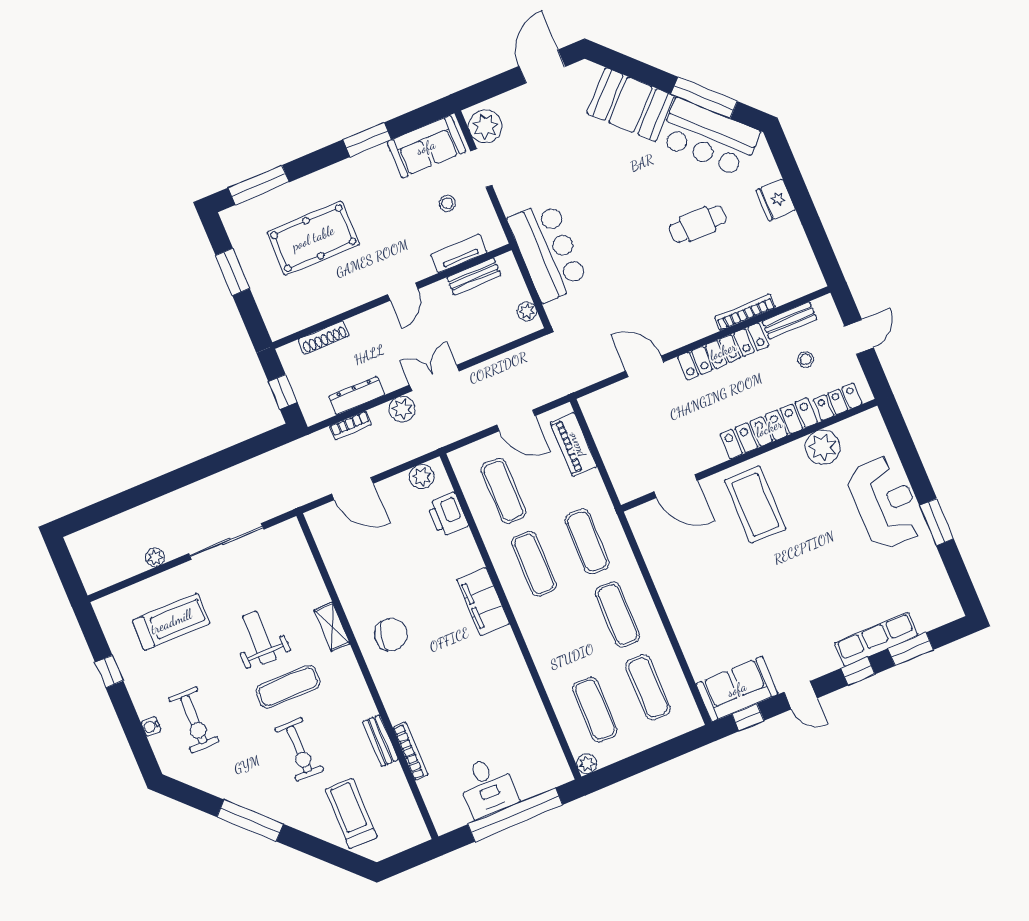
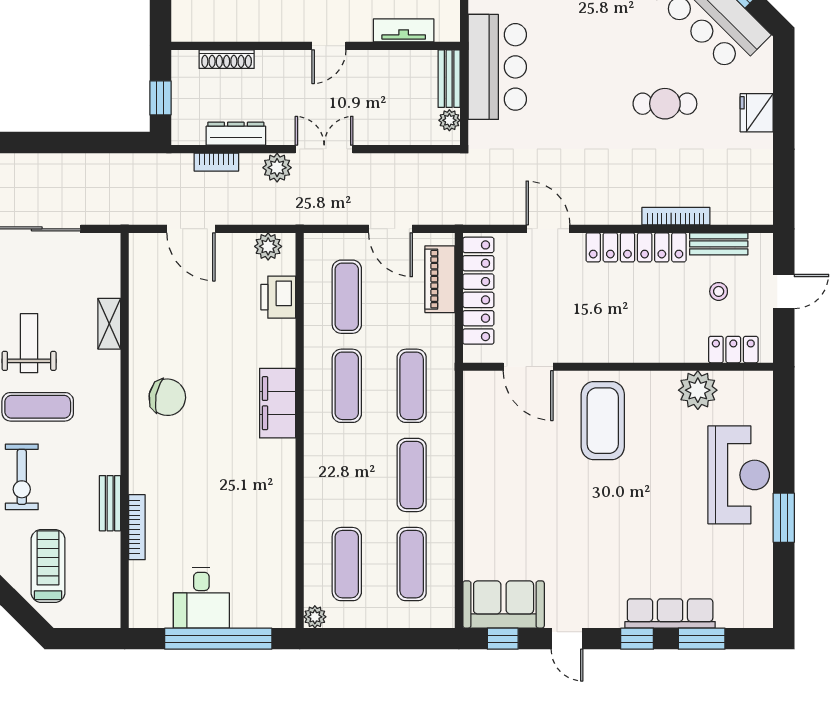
bench: (474, 276) -> (449, 79), moved, turned 90
locker: (769, 428) -> (478, 291), moved, turned 90
shelving: (332, 627) -> (109, 324), moved

